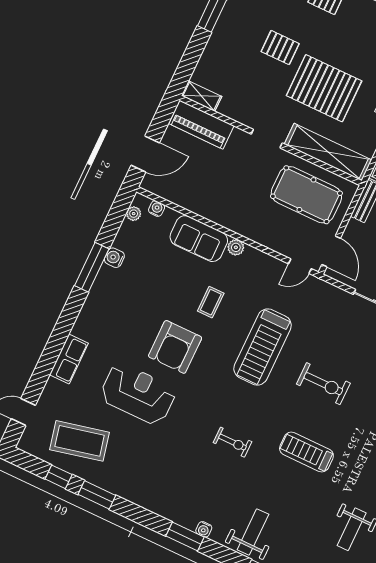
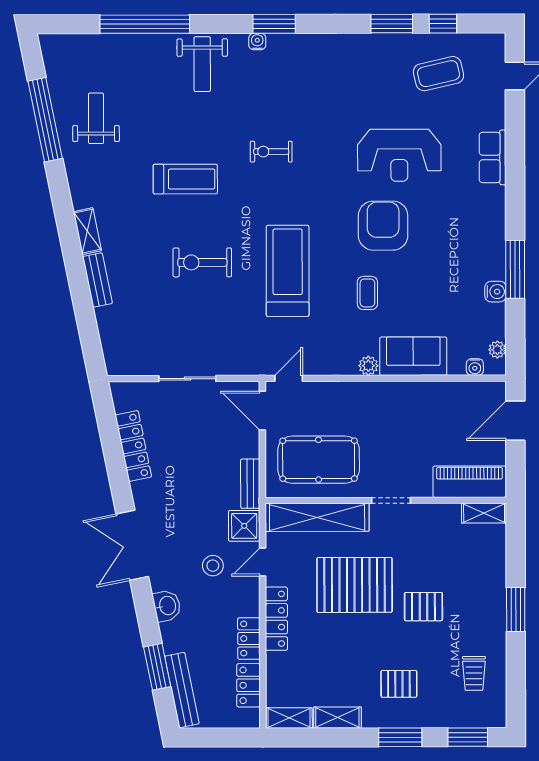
coffee table: (80, 441) -> (439, 74), width x0.73, depth x0.76

